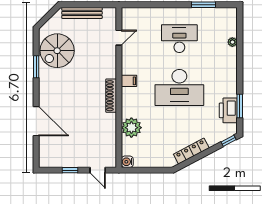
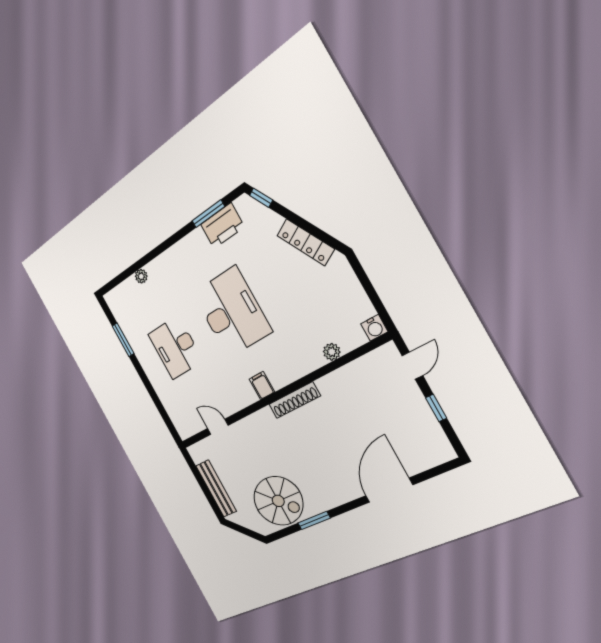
plant: (131, 128) -> (332, 352), width x0.53, depth x0.53

